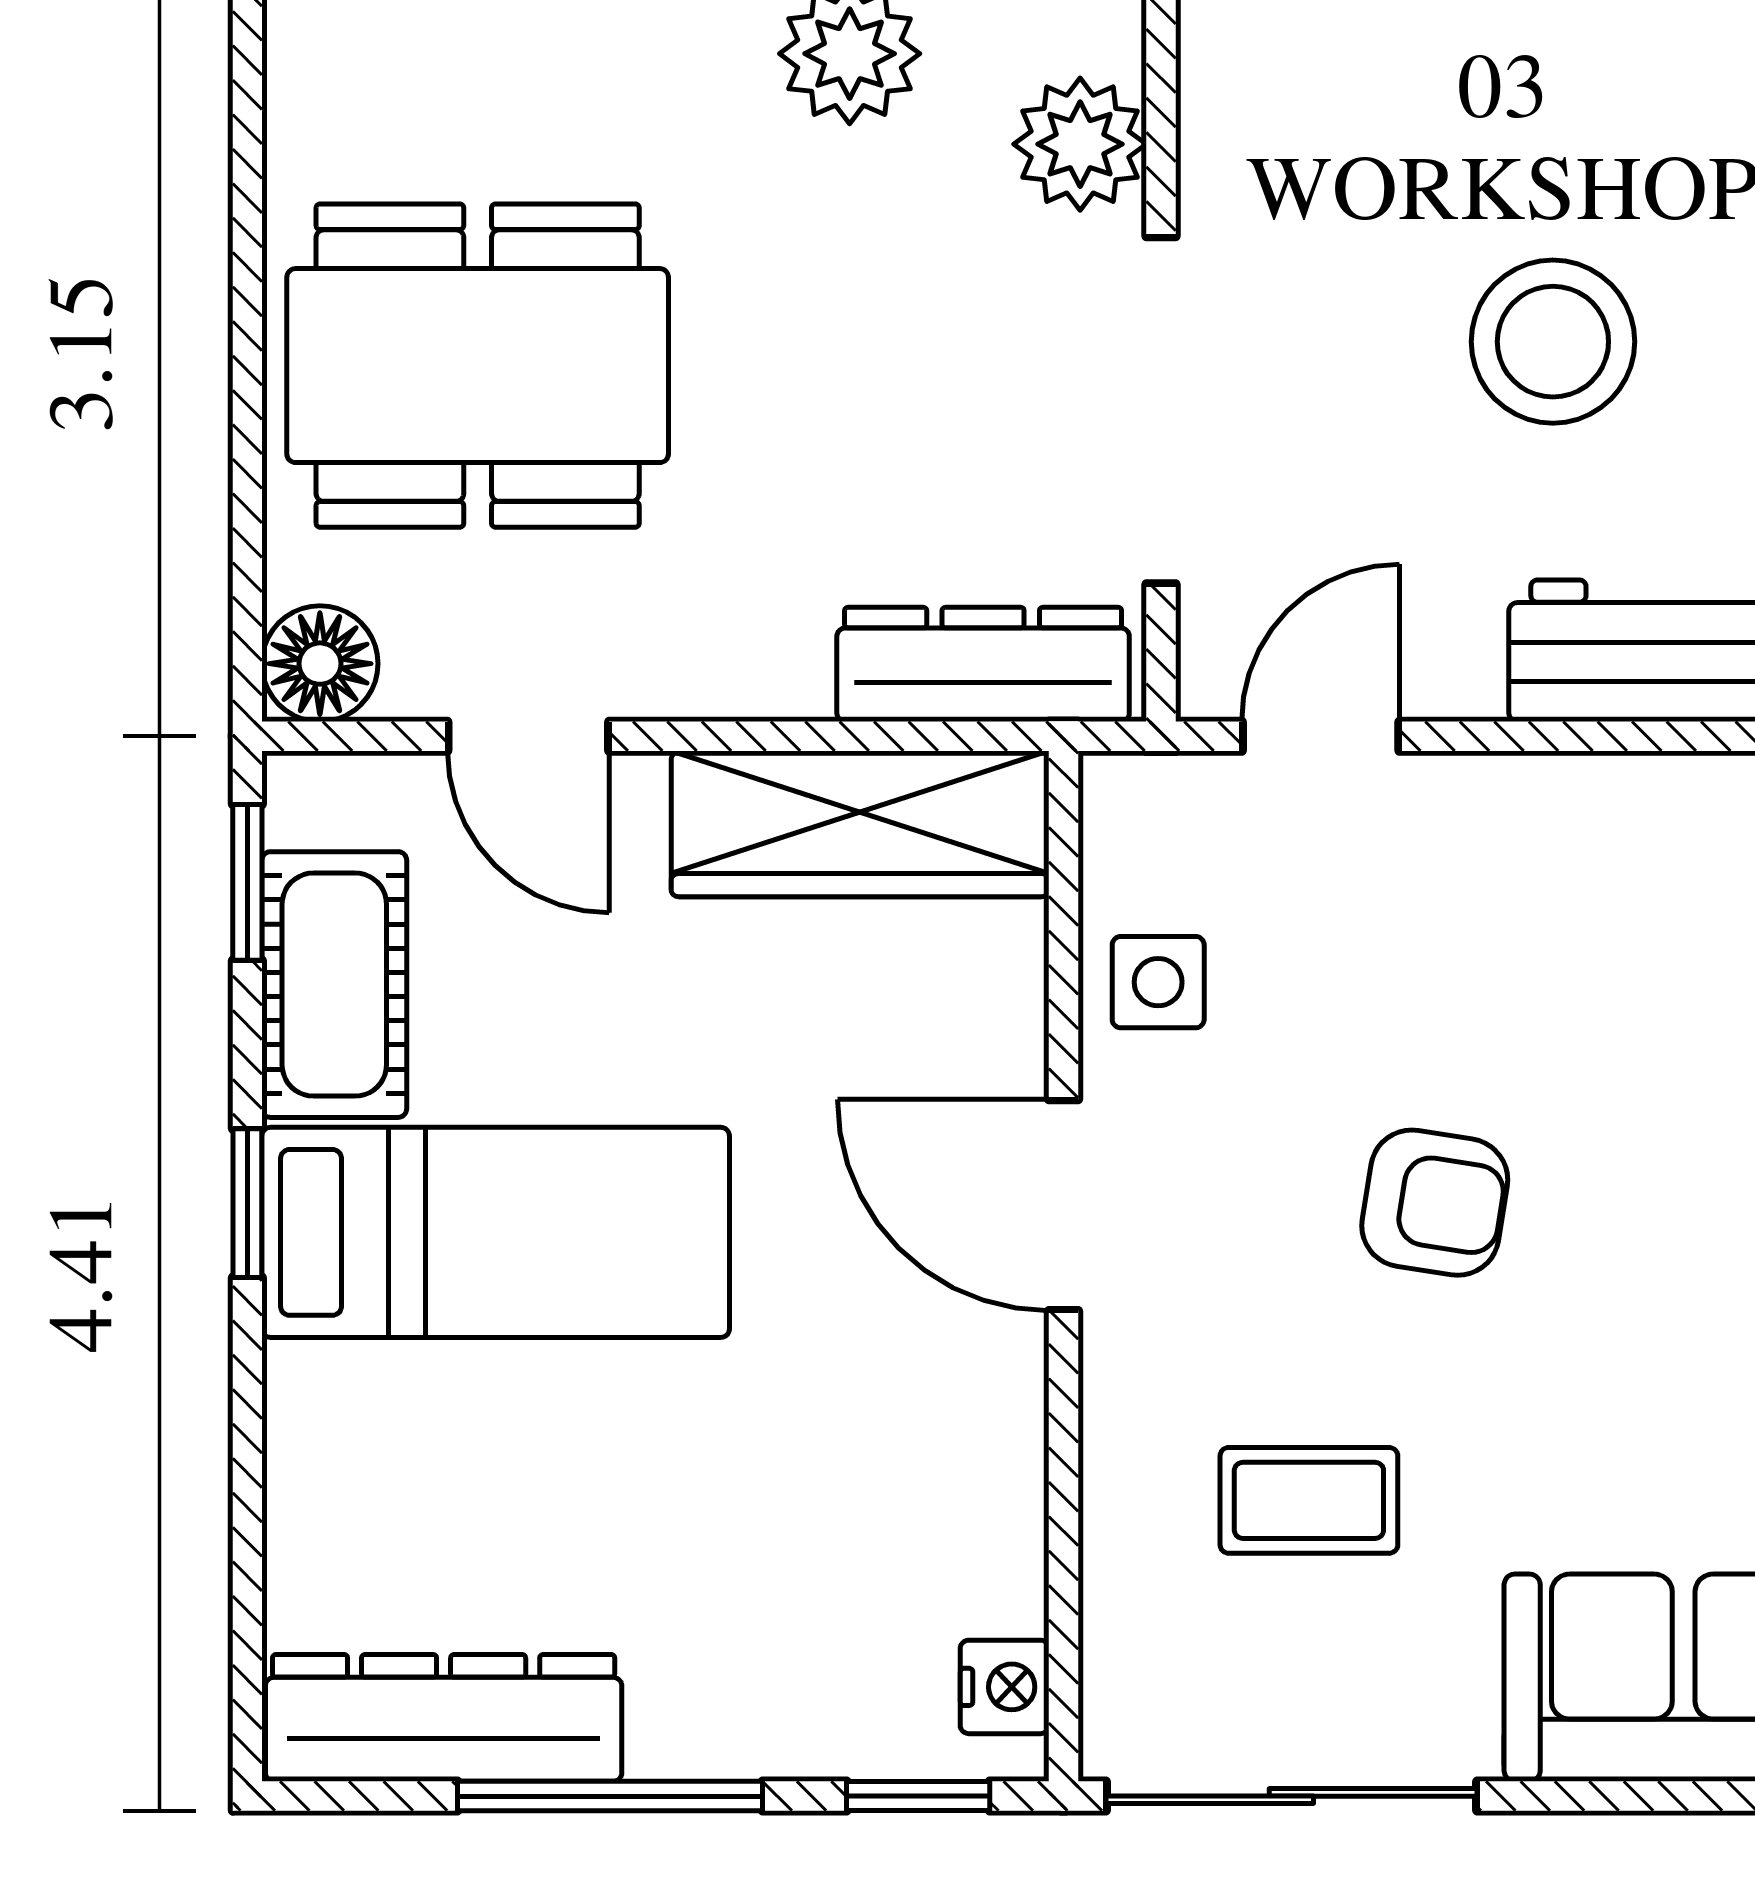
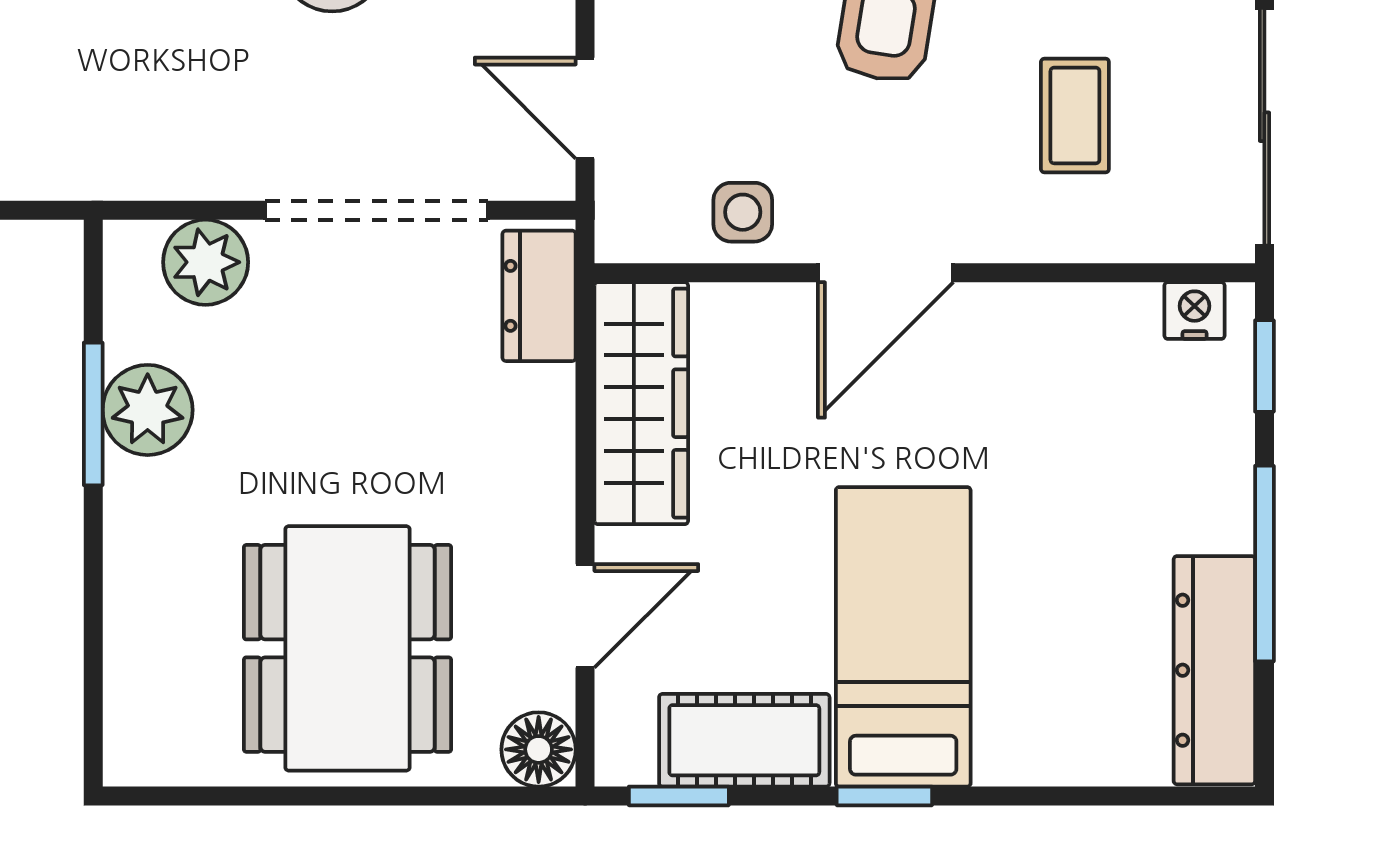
dresser: (983, 664) -> (539, 296), width x0.70

